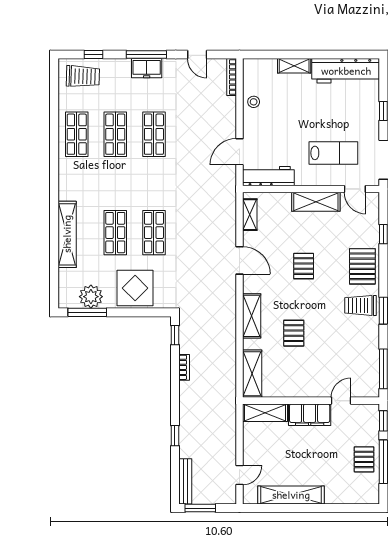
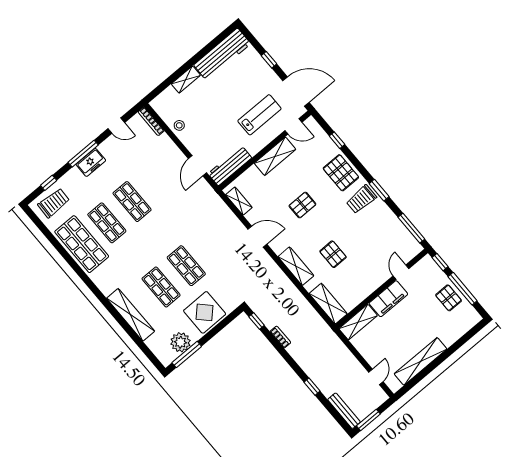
shop shelf: (77, 134) -> (82, 244), width x1.43, depth x1.36
pallet: (304, 266) -> (302, 205), turned 90

